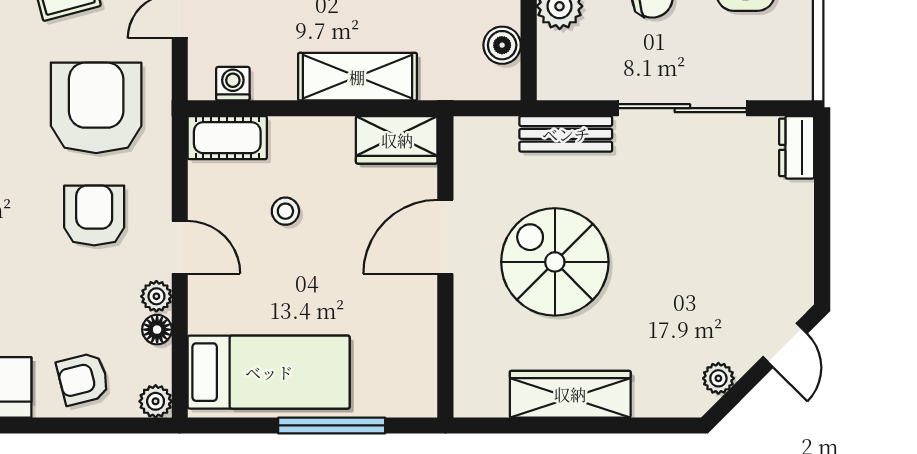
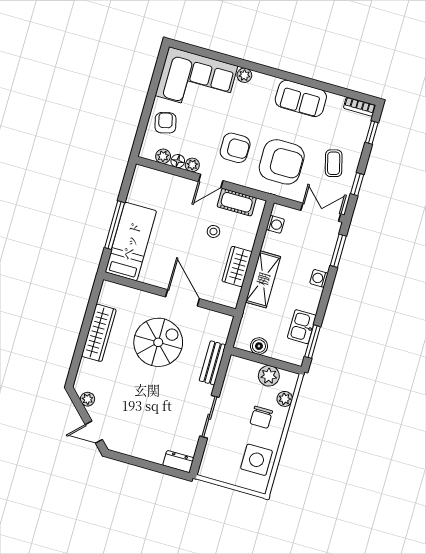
sliding door: (682, 108) -> (209, 417), width x0.73
cot: (227, 138) -> (237, 202), moved, turned 90
wardrobe: (397, 140) -> (237, 266), moved
bed: (269, 372) -> (131, 241), moved, turned 180
plant: (156, 401) -> (163, 156), moved

